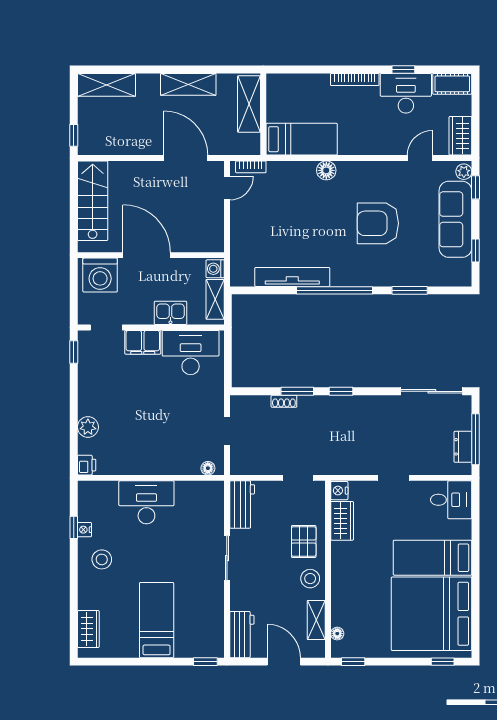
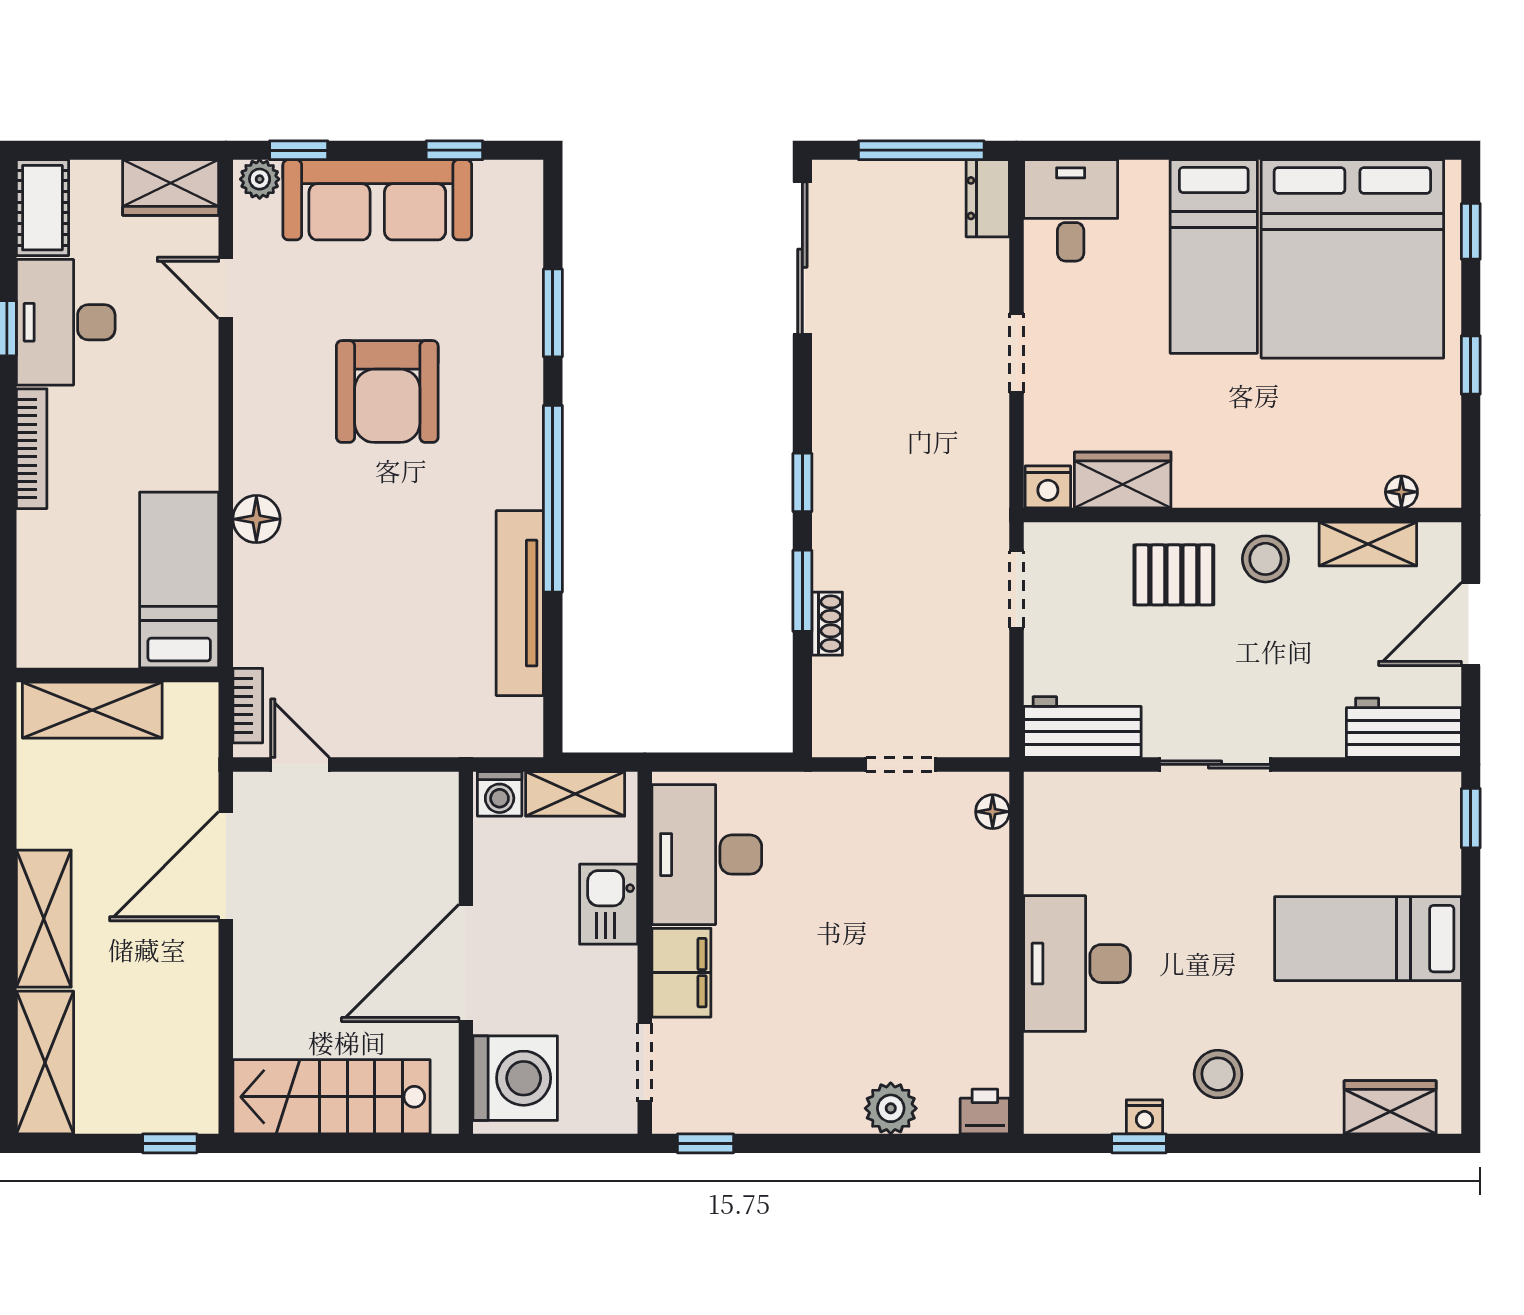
shelving: (188, 84) -> (44, 919), moved
dresser: (463, 447) -> (988, 198), moved, turned 90
window: (353, 662) -> (1471, 365), moved

